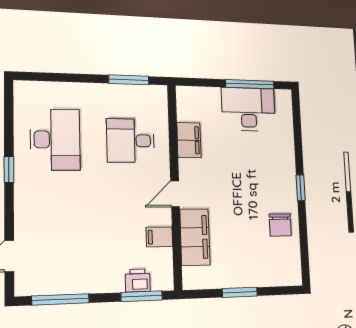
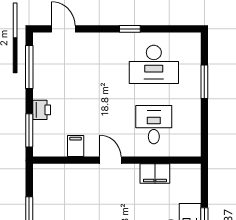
window: (129, 80) -> (204, 82), moved
filing cabinet: (195, 237) -> (75, 176), removed
printer: (138, 280) -> (42, 110), moved

